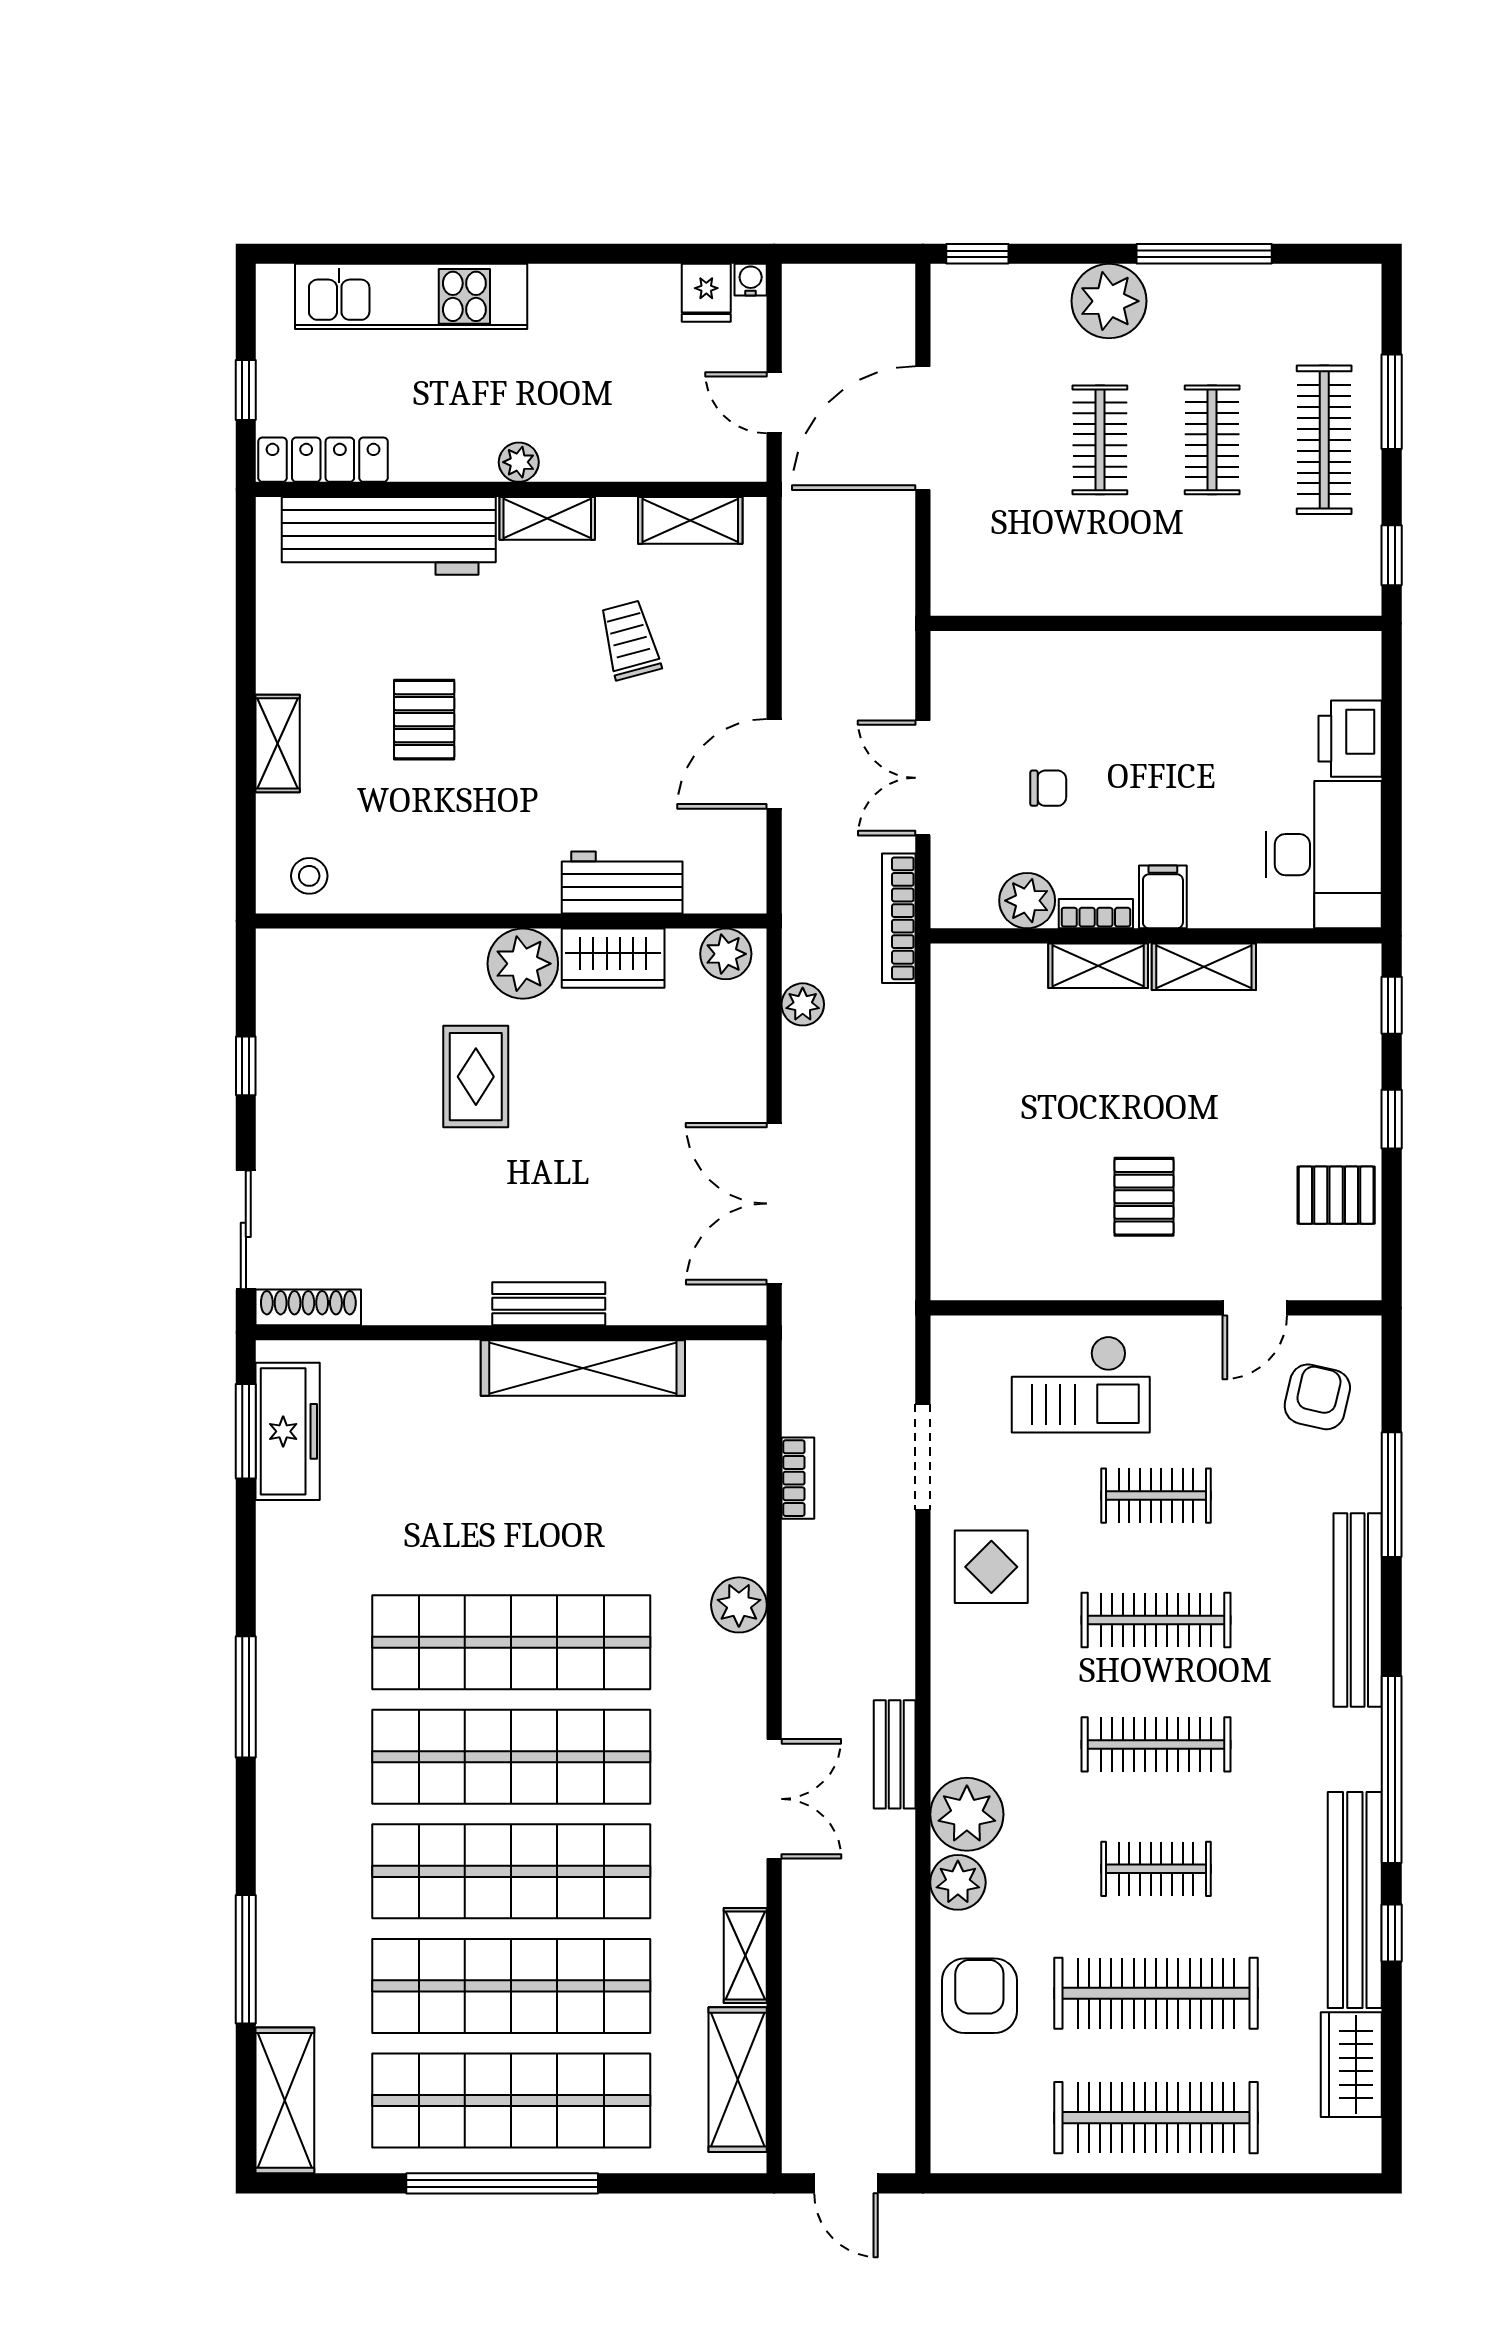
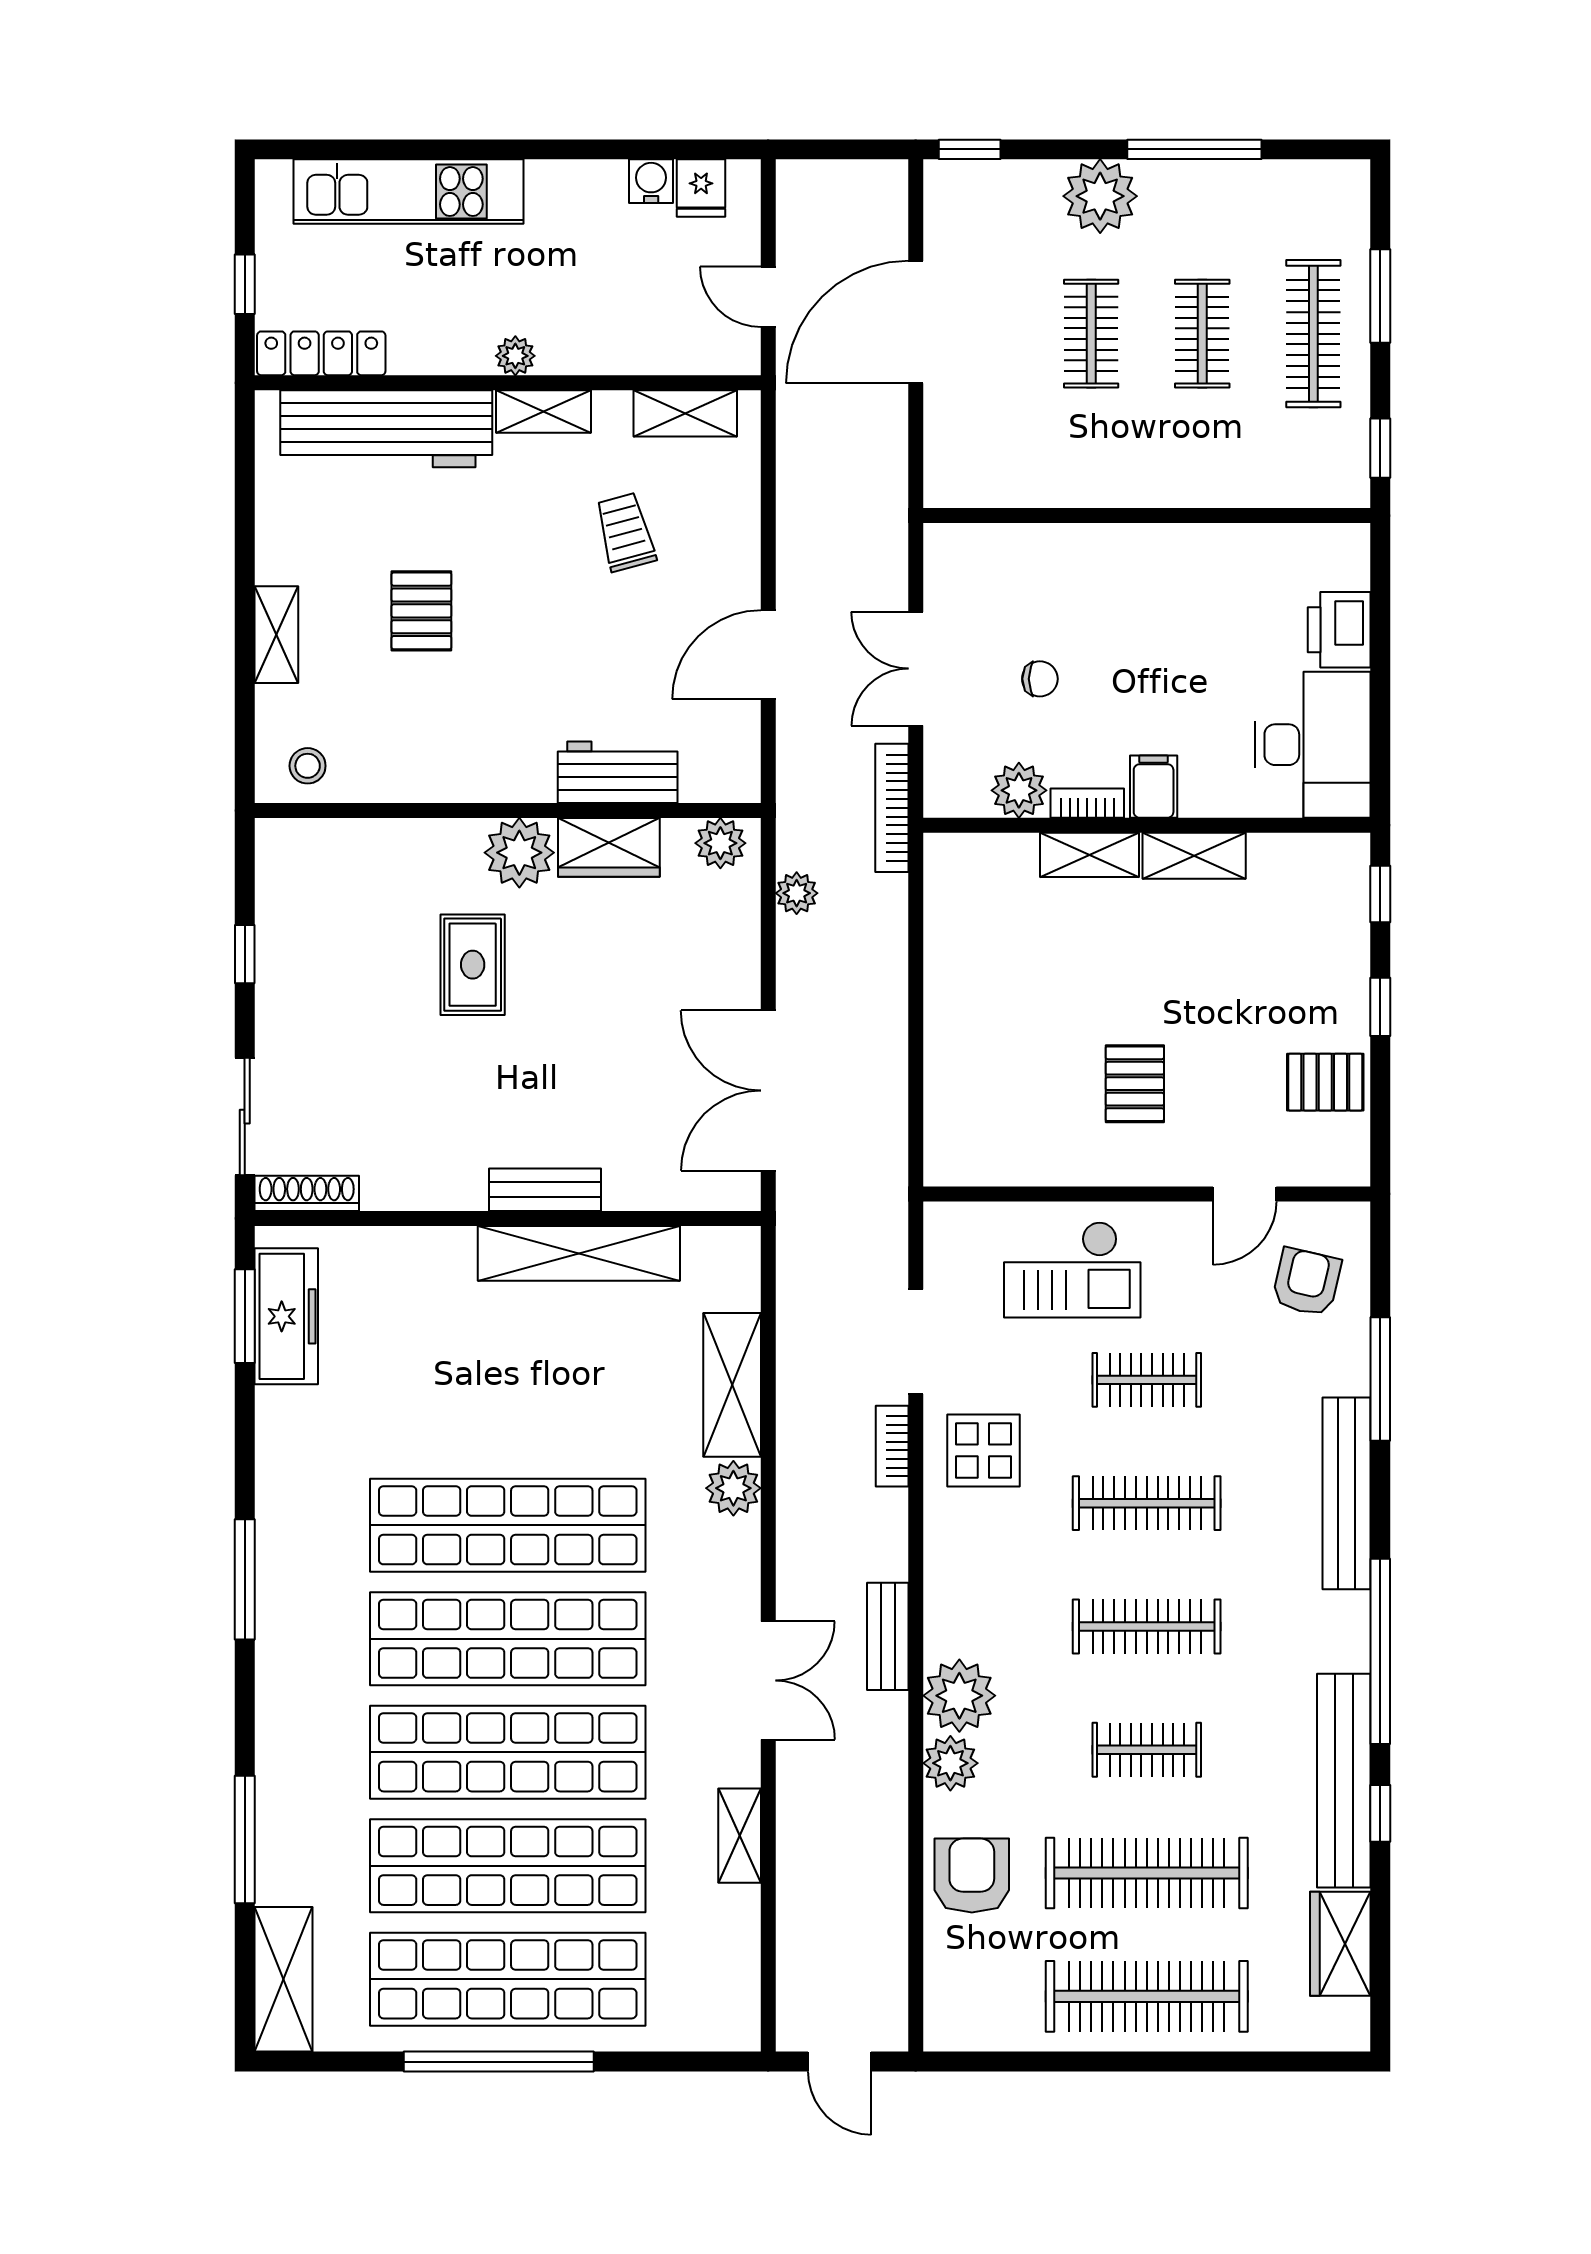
water cooler: (751, 280) -> (651, 181), moved, width x1.38, depth x1.38
bookcase: (798, 1478) -> (892, 1446), moved, turned 180
shelving: (738, 2080) -> (732, 1385), moved

